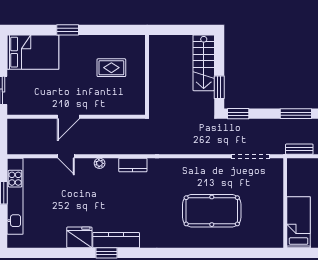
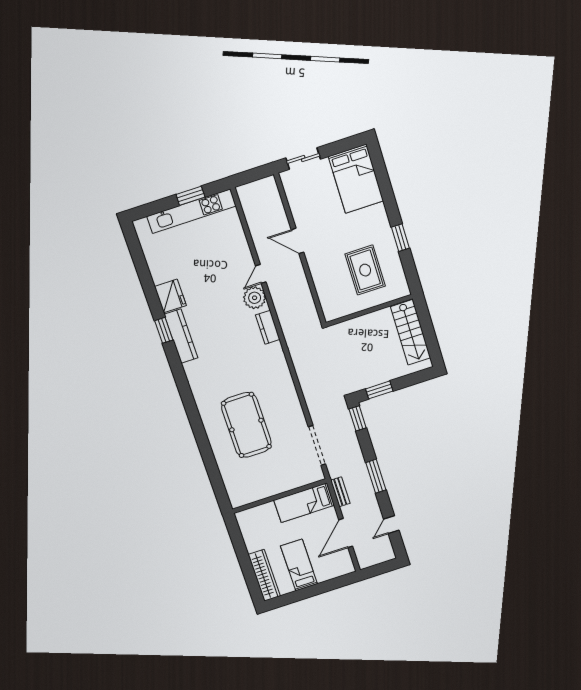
window: (68, 30) -> (400, 238), moved
stairs: (204, 63) -> (411, 332), moved, turned -90
rug: (111, 68) -> (365, 270), width x1.36, depth x1.43
door: (66, 156) -> (261, 274), moved
plant: (100, 163) -> (255, 298), width x1.87, depth x1.87
bed: (299, 222) -> (304, 503), moved, turned 180

